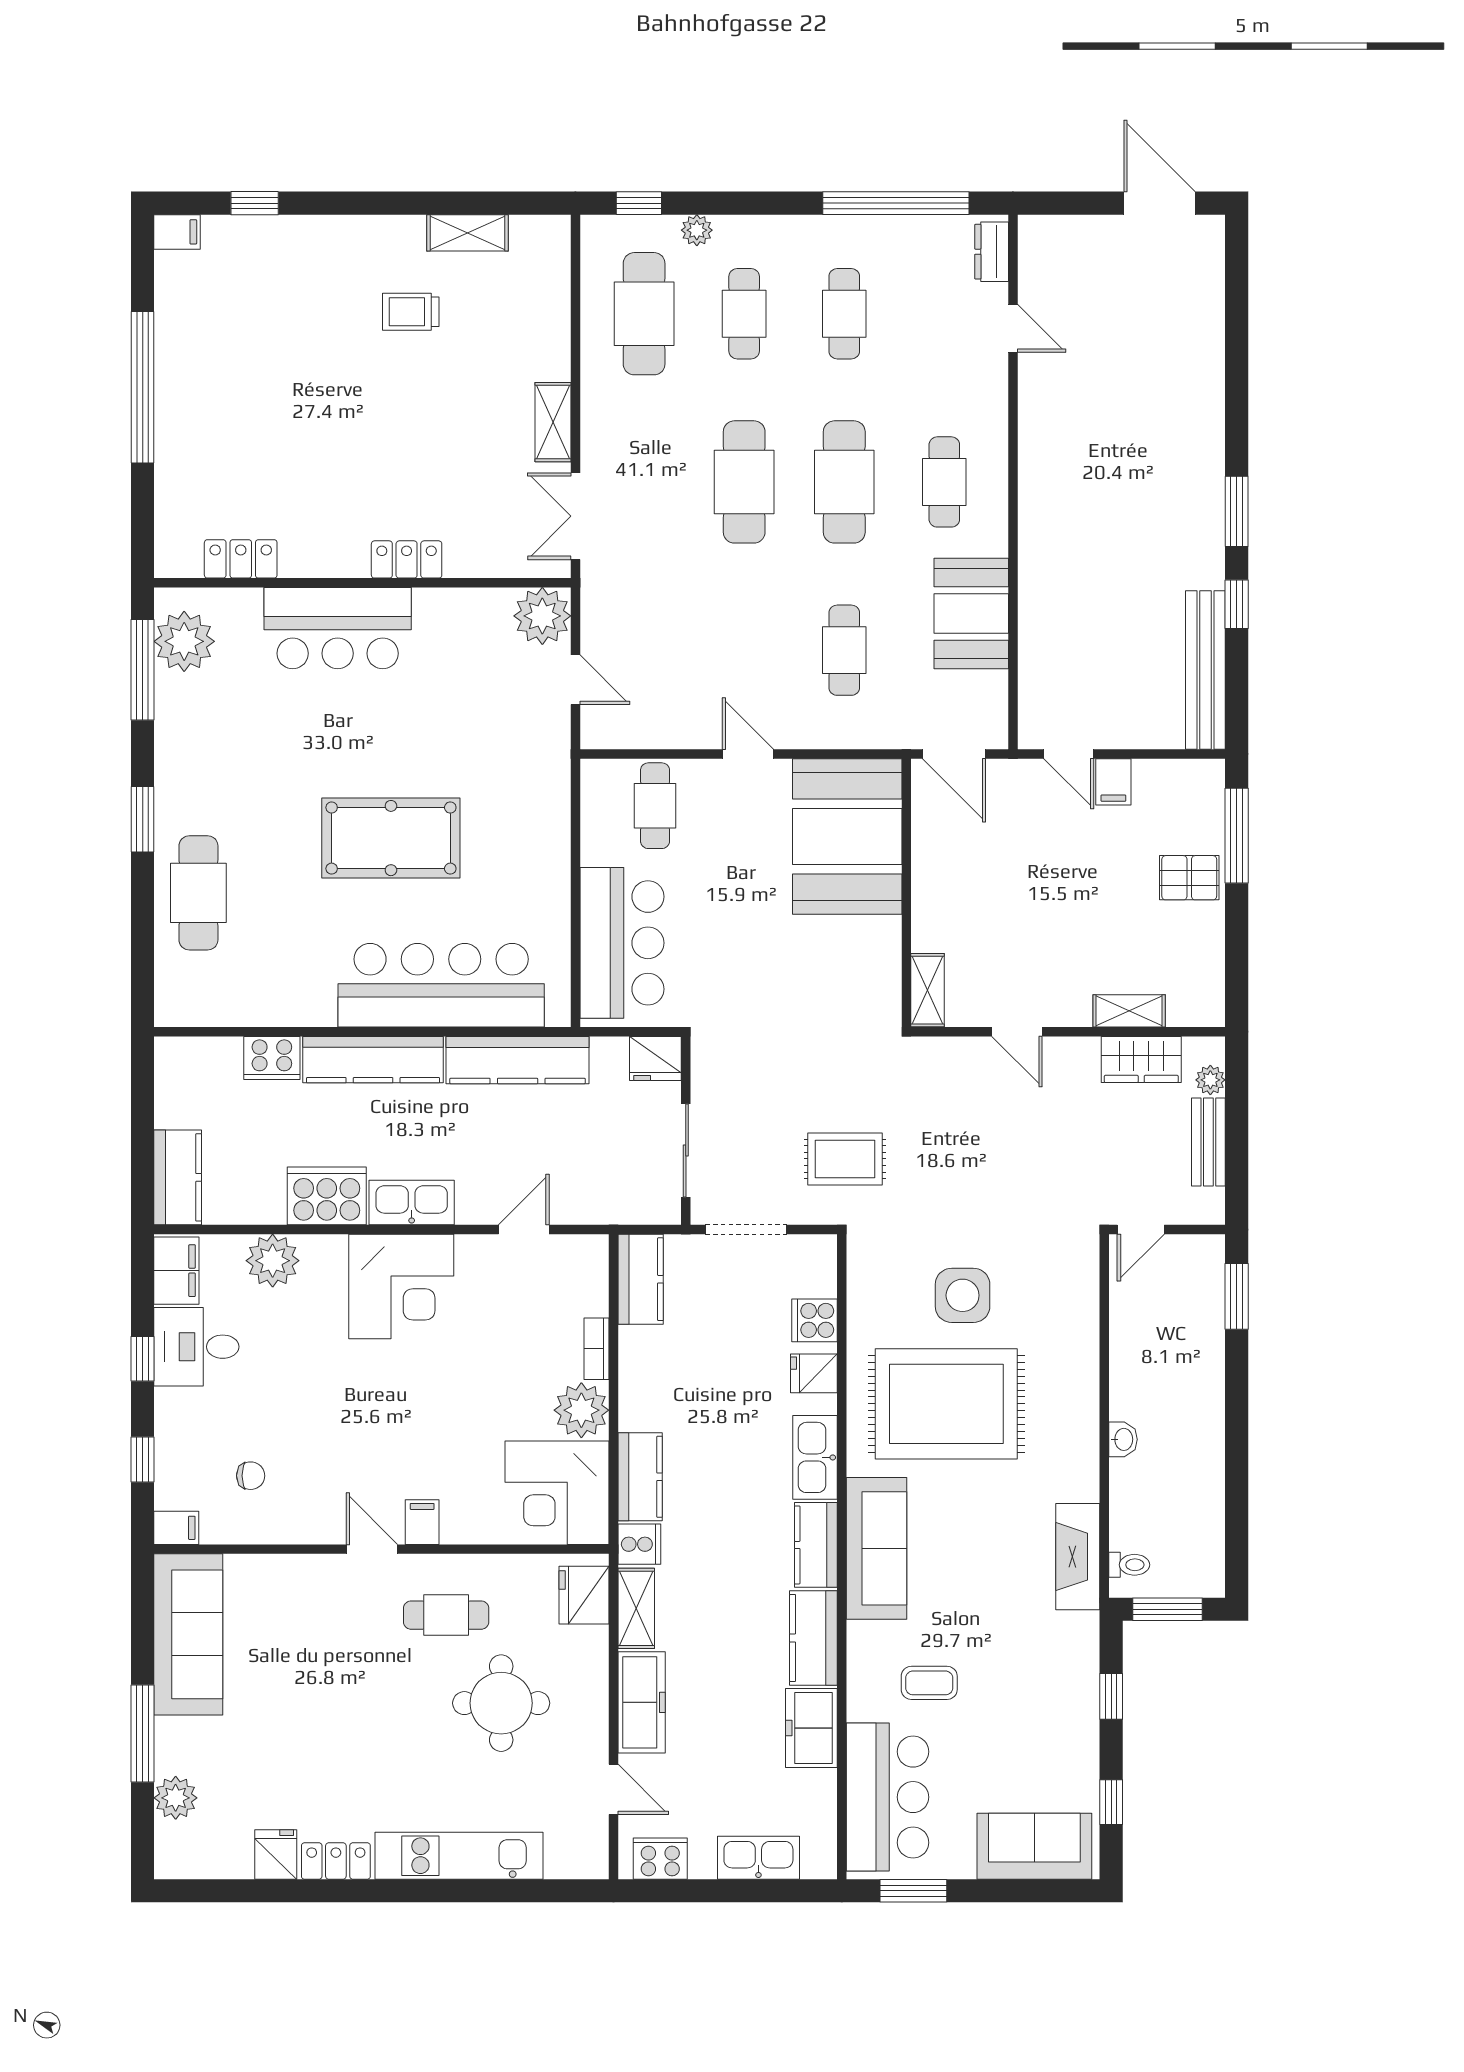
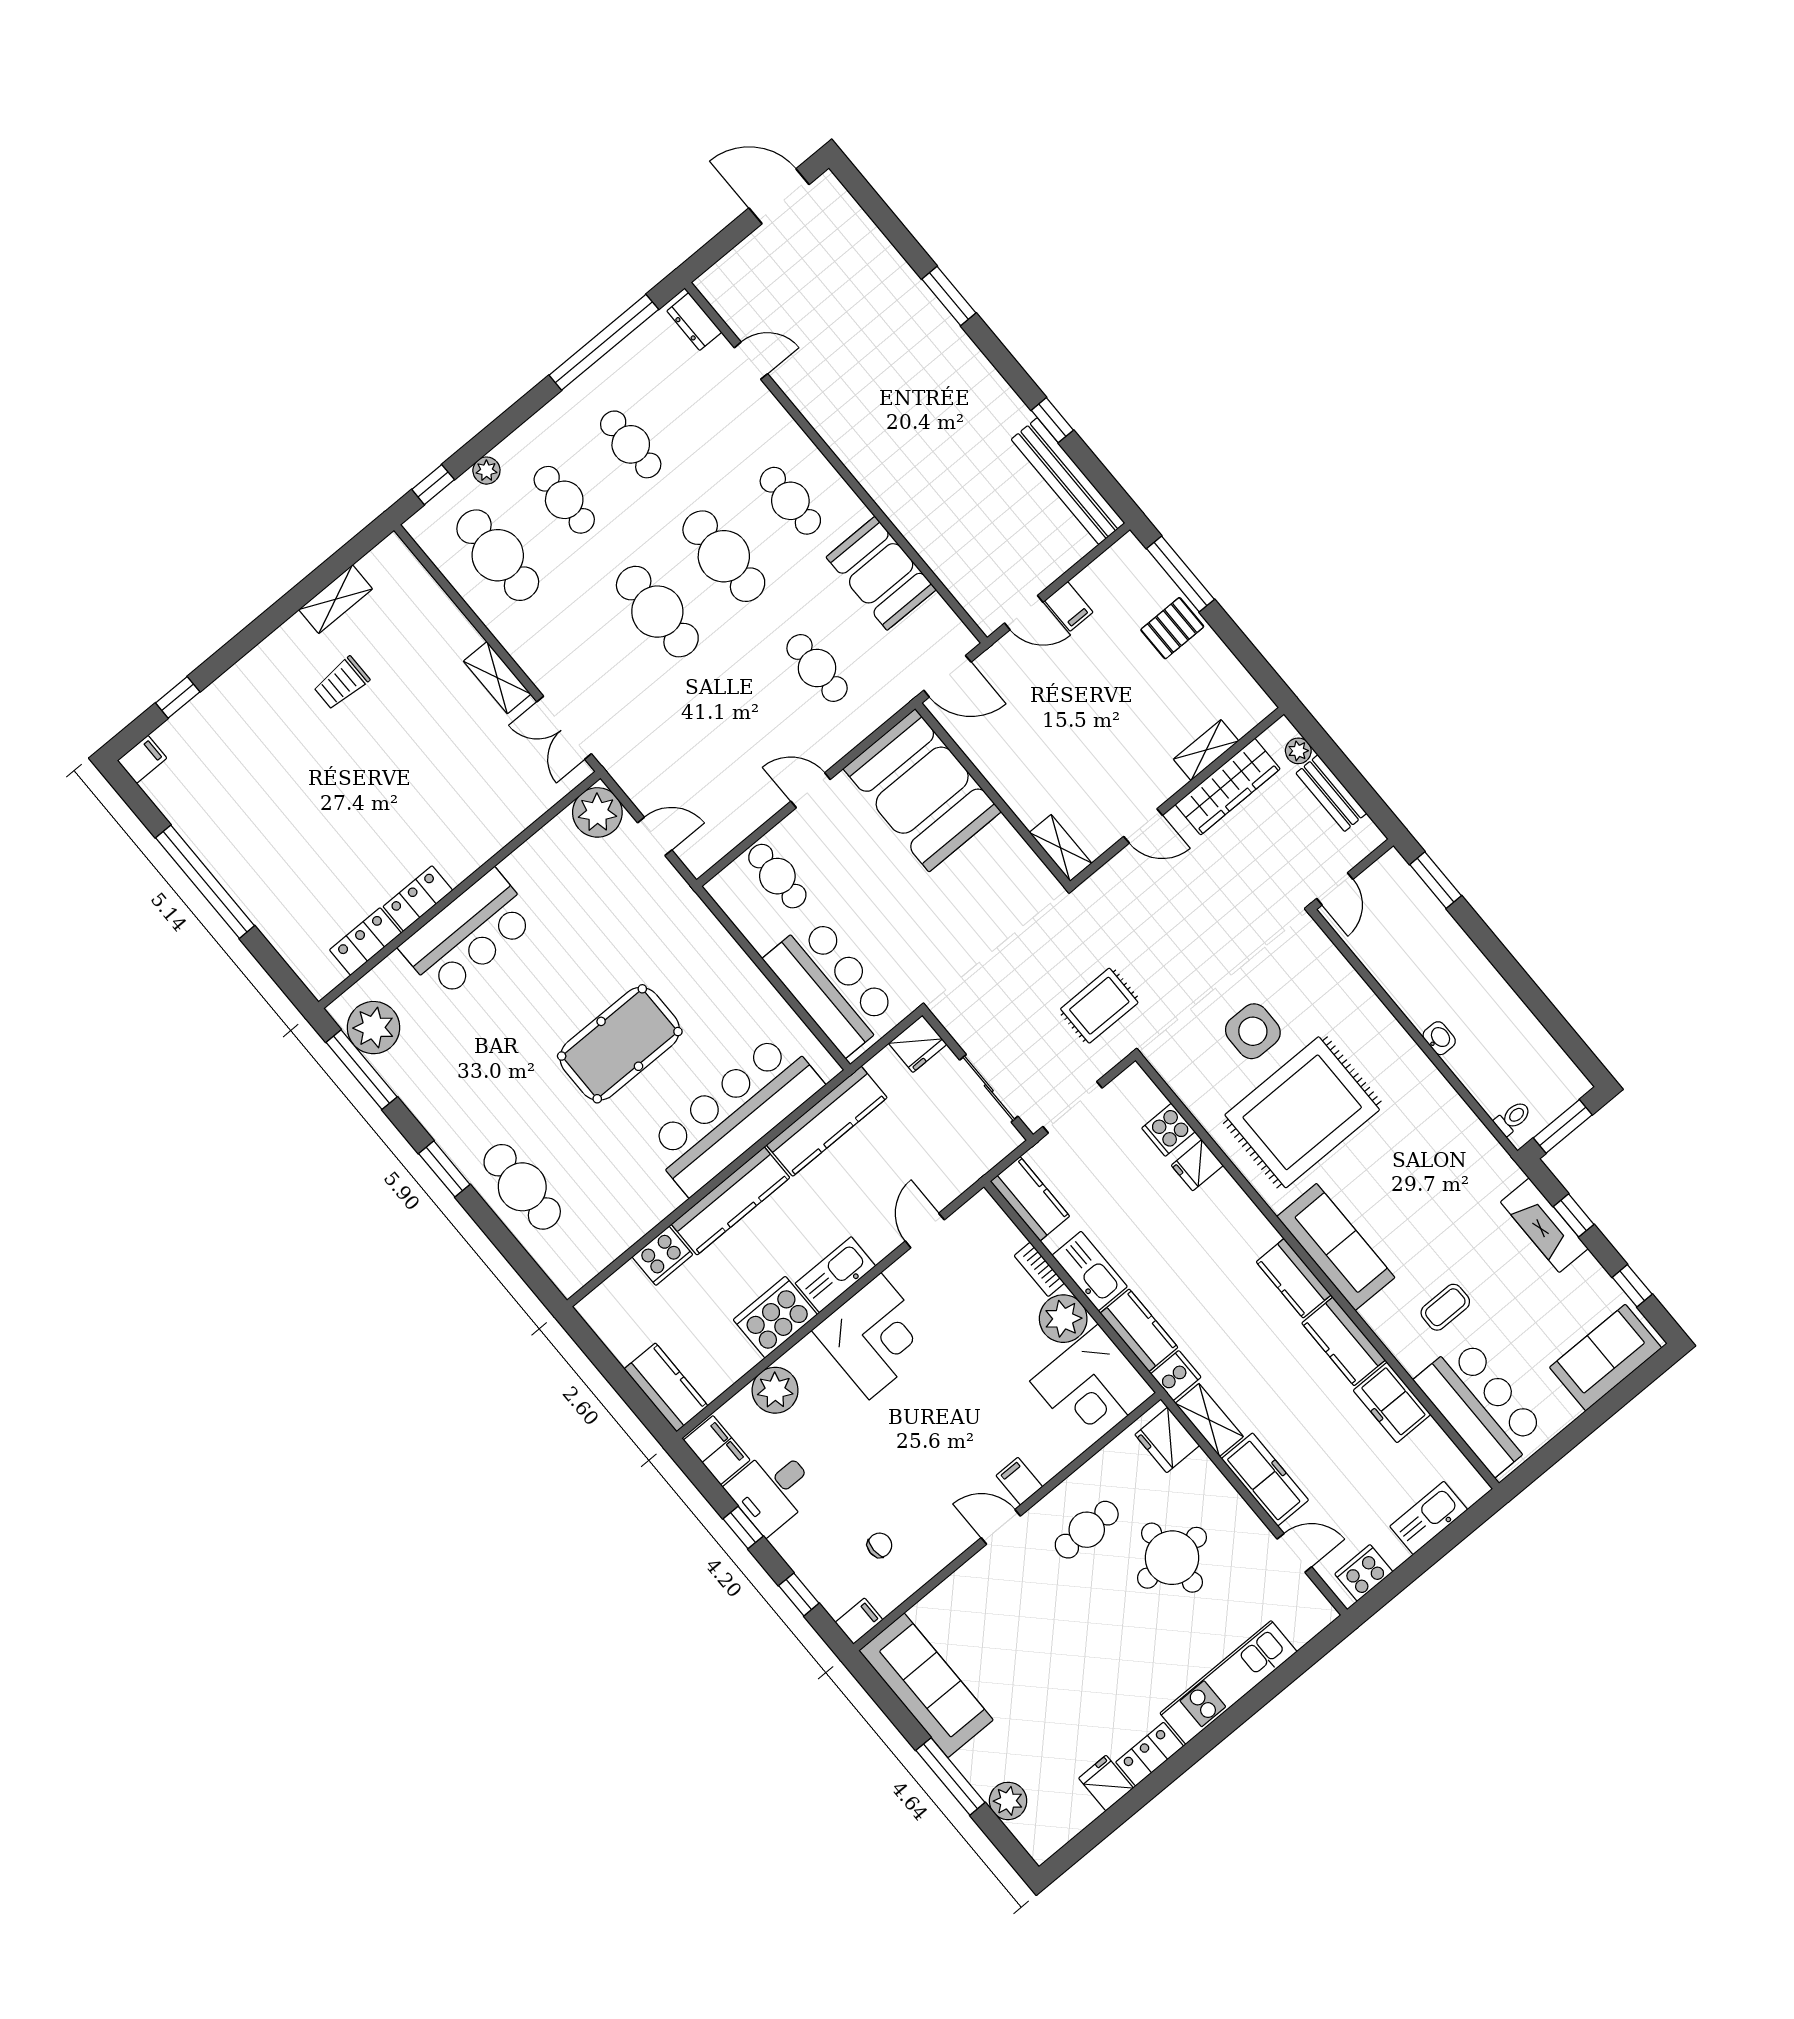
window: (1237, 511) -> (949, 296), moved
locker: (407, 559) -> (418, 898), moved
wardrobe: (1141, 1059) -> (1228, 787), width x1.50
kitchen sink: (815, 1457) -> (1090, 1271), moved, turned 180
fireplace: (1078, 1557) -> (1544, 1225), moved
window: (913, 1891) -> (1550, 1454), removed

